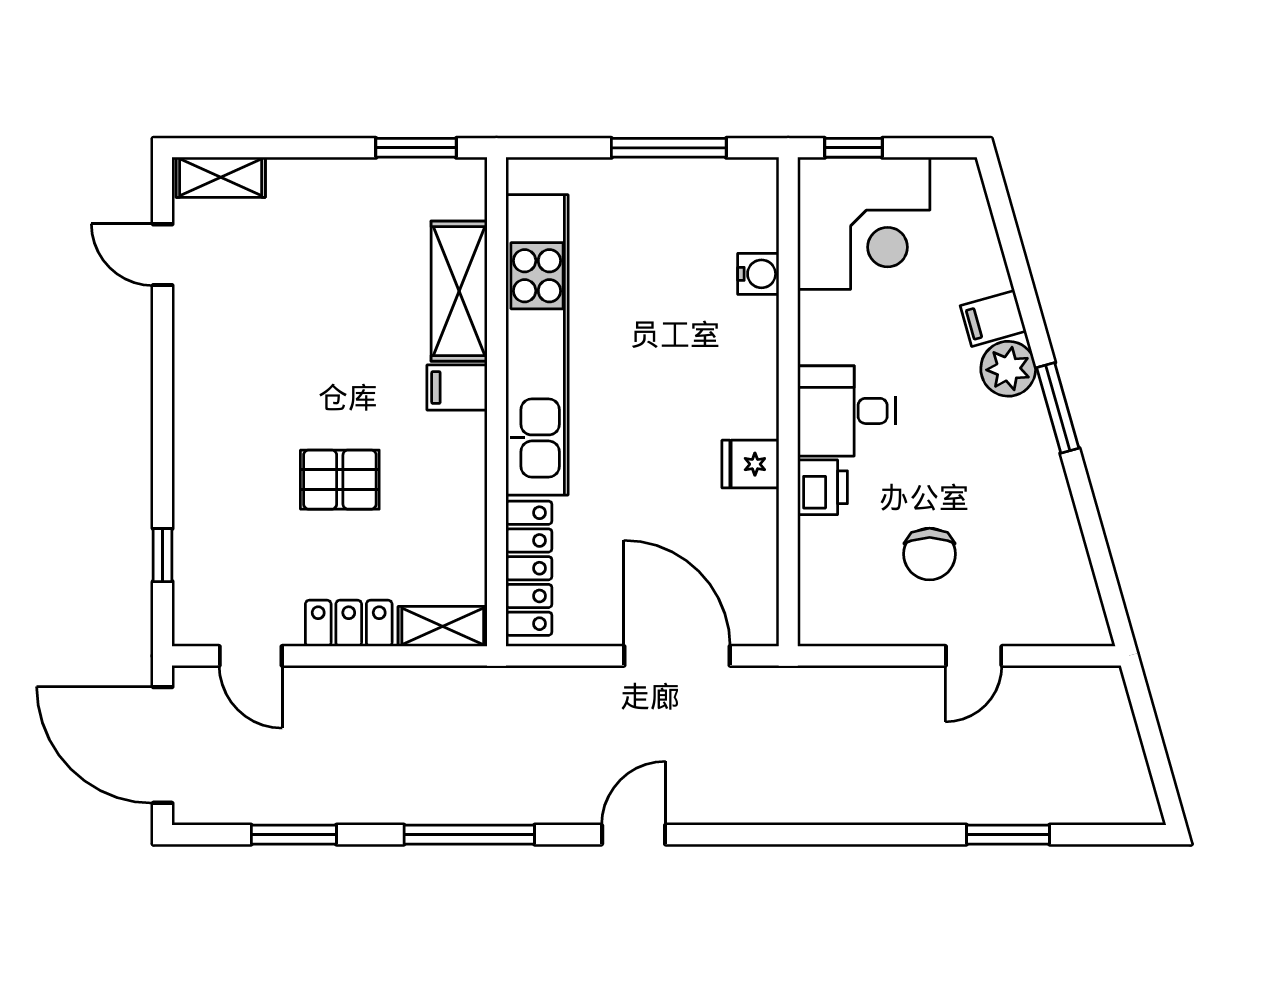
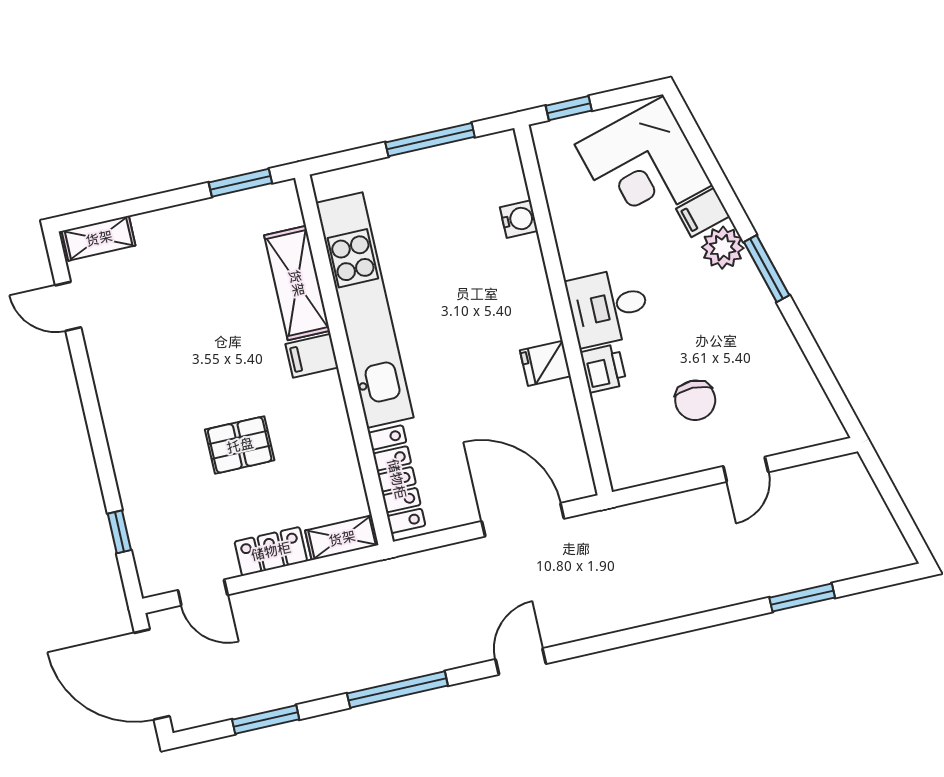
corner desk: (864, 223) -> (644, 165), moved, turned 74

